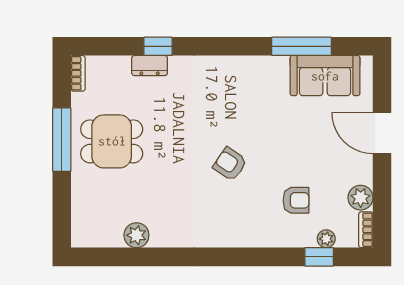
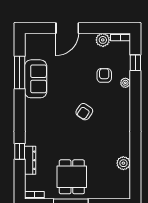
dresser: (150, 66) -> (30, 160), width x1.44
sofa: (325, 76) -> (36, 79), moved
plant: (326, 239) -> (125, 83), moved

